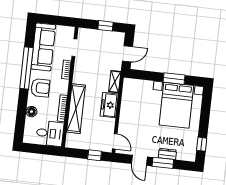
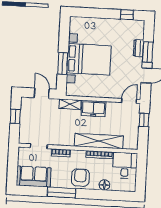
sofa: (43, 47) -> (34, 177), width x0.73
window: (26, 68) -> (62, 192), width x0.68
window: (174, 79) -> (63, 63), moved
bed with nightstands: (176, 105) -> (89, 59), moved

